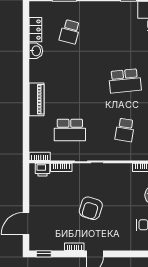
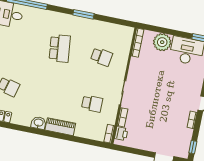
washbasin: (36, 51) -> (39, 123), moved
school desk: (70, 130) -> (92, 104), width x0.54
armchair: (91, 208) -> (162, 99), removed

